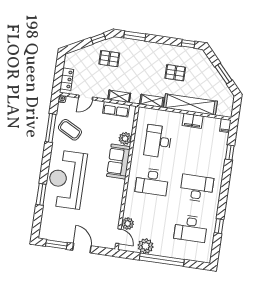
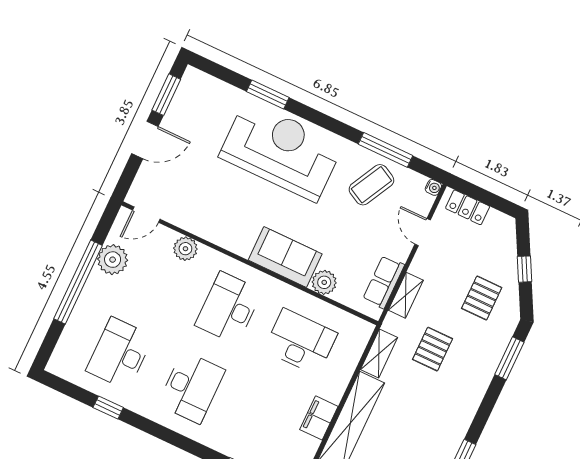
window: (98, 38) -> (524, 269), moved
pallet: (175, 73) -> (433, 349), moved
plant: (128, 224) -> (185, 249), moved

